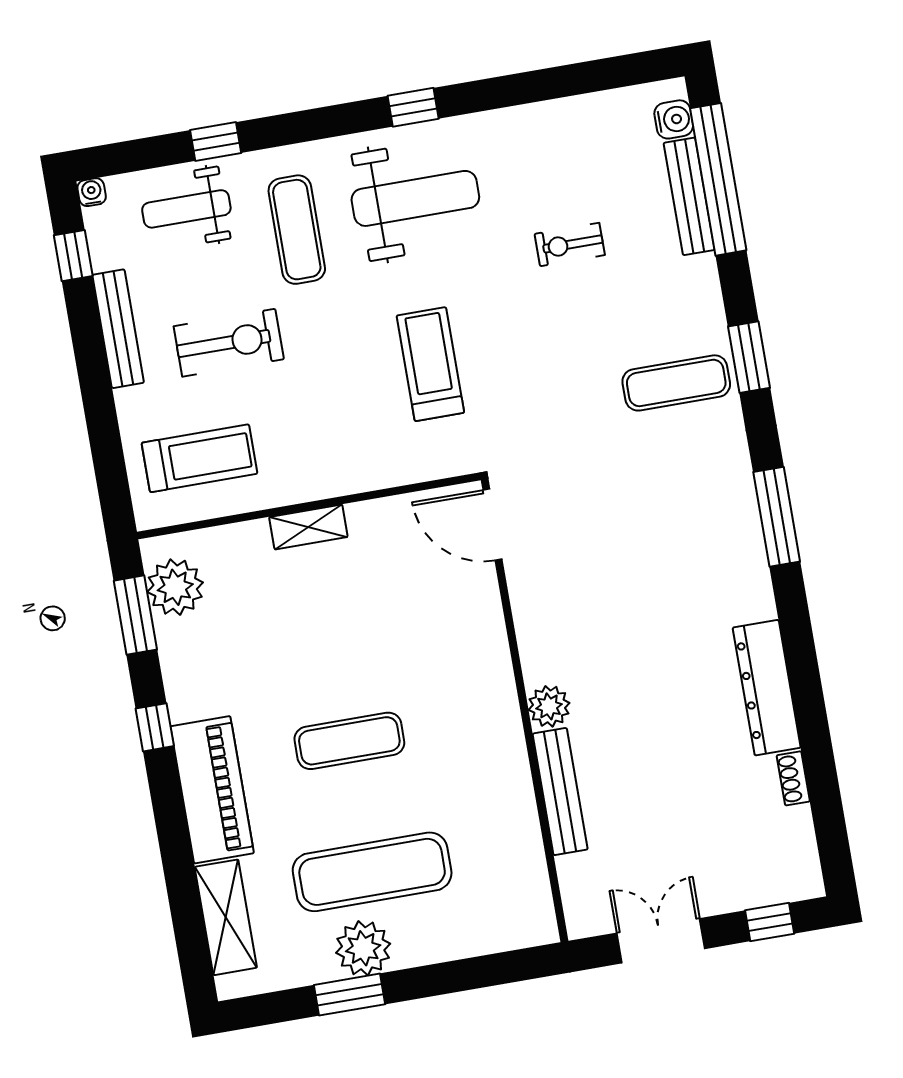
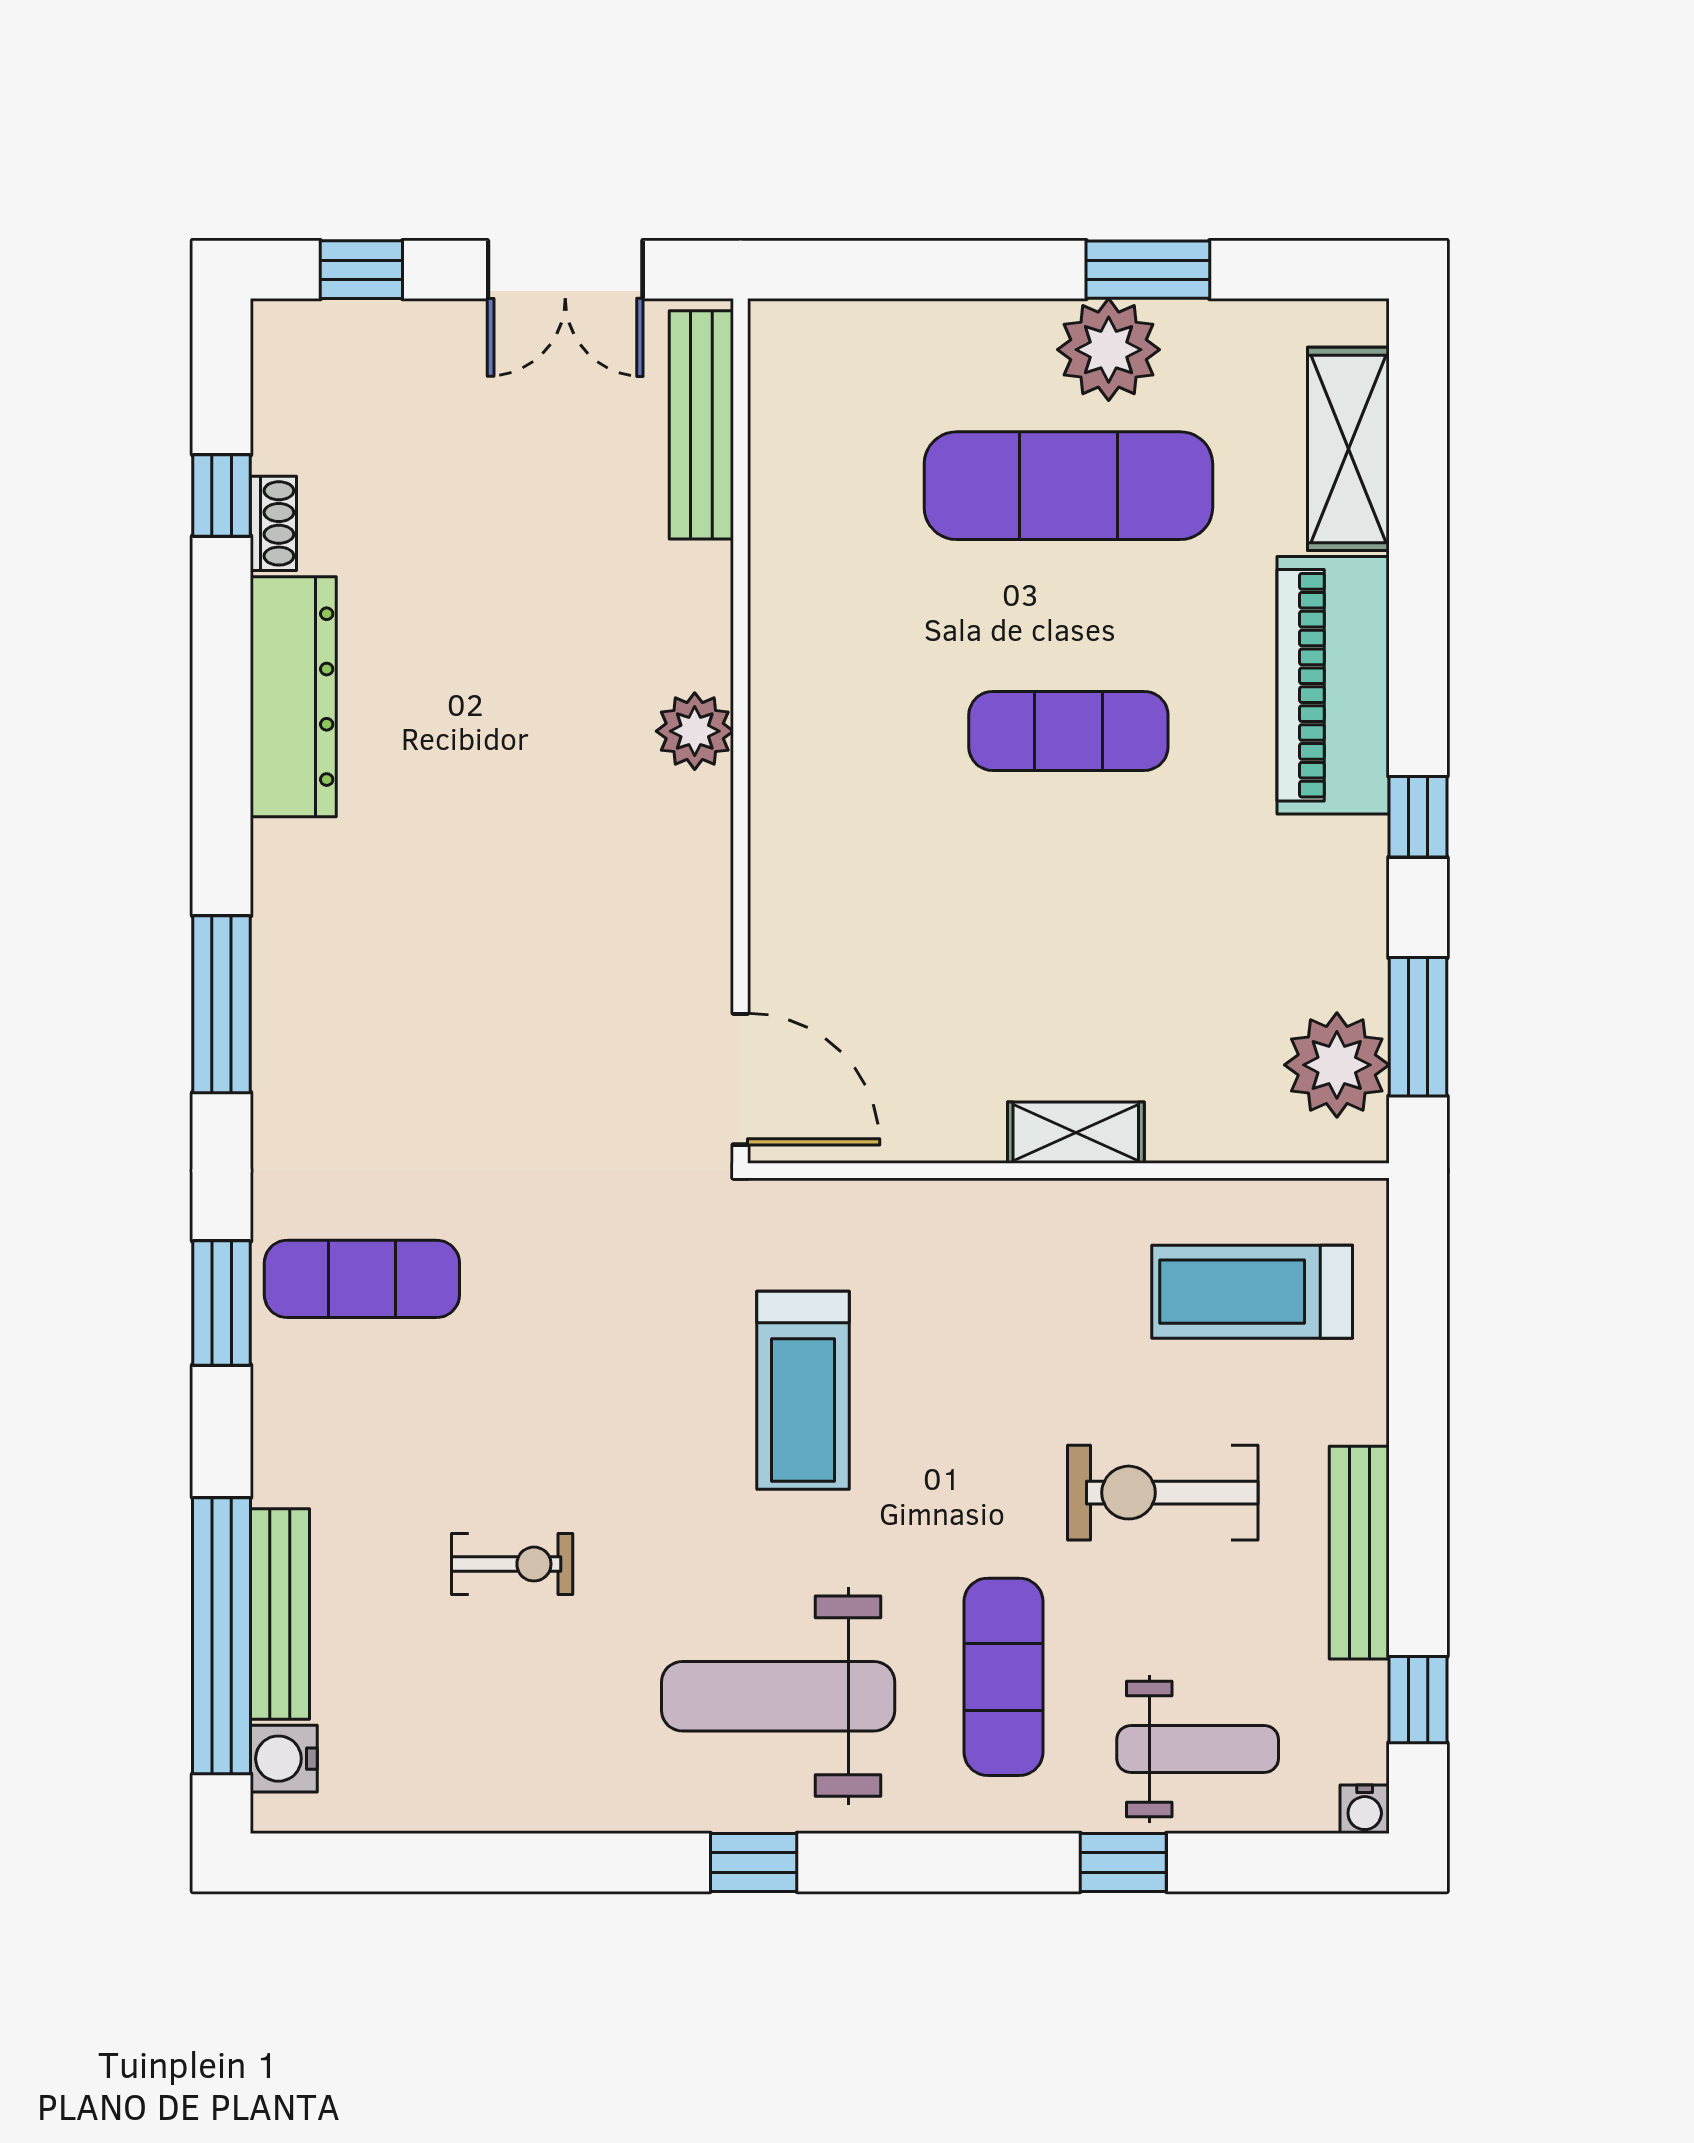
window: (824, 789) -> (222, 495), added
bench: (560, 792) -> (701, 425), moved

